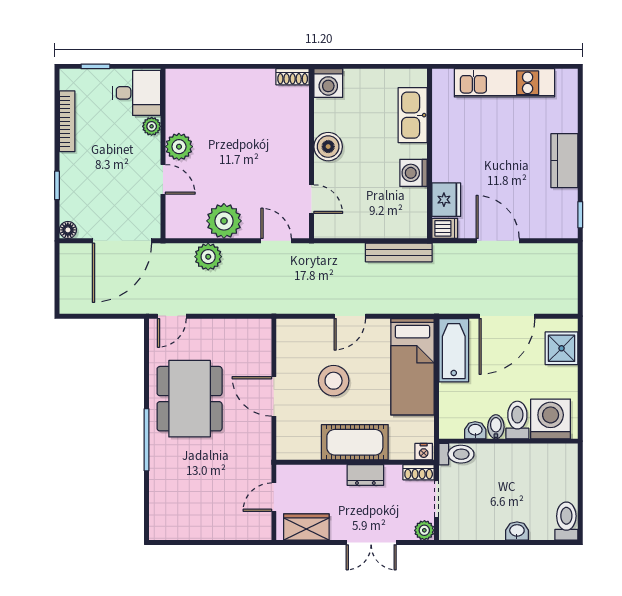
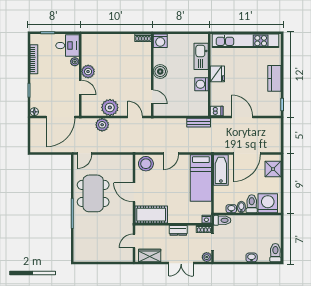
kitchen unit: (504, 83) -> (245, 41), width x1.36
fridge: (446, 200) -> (217, 74), moved
bench: (399, 252) -> (199, 123), width x0.73
stool: (334, 381) -> (146, 164), moved
cot: (355, 442) -> (151, 215), moved

